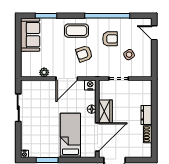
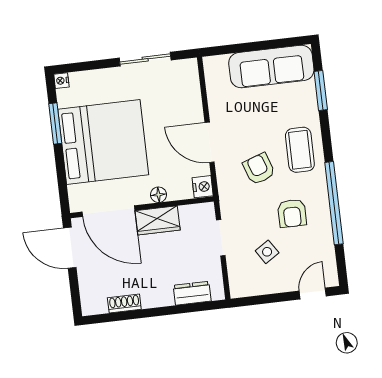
sofa: (30, 35) -> (271, 67), width x1.36
plant: (44, 72) -> (216, 99), removed
dresser: (146, 115) -> (192, 293), moved
bed: (70, 135) -> (103, 142), width x2.04

